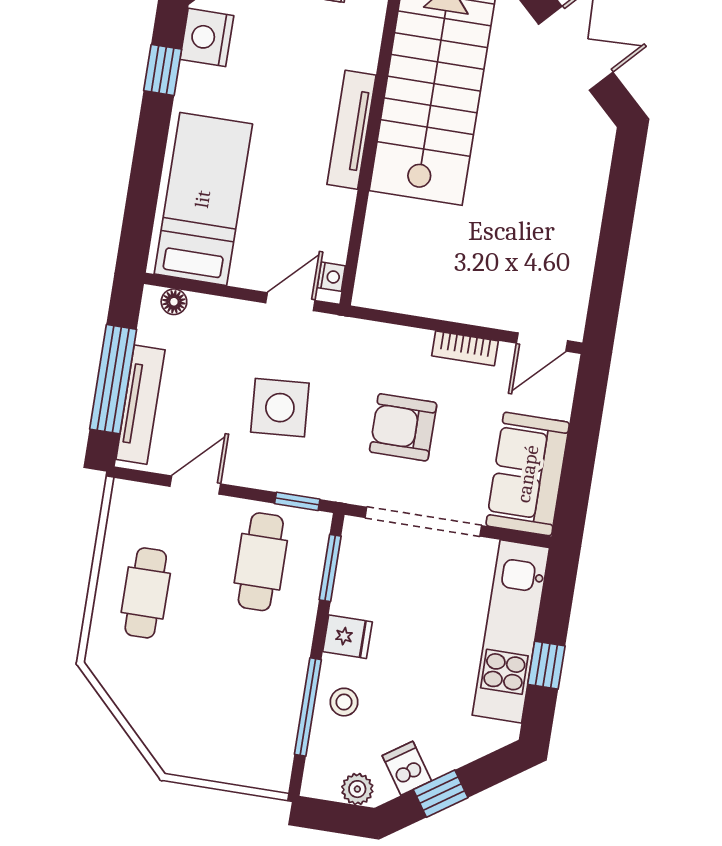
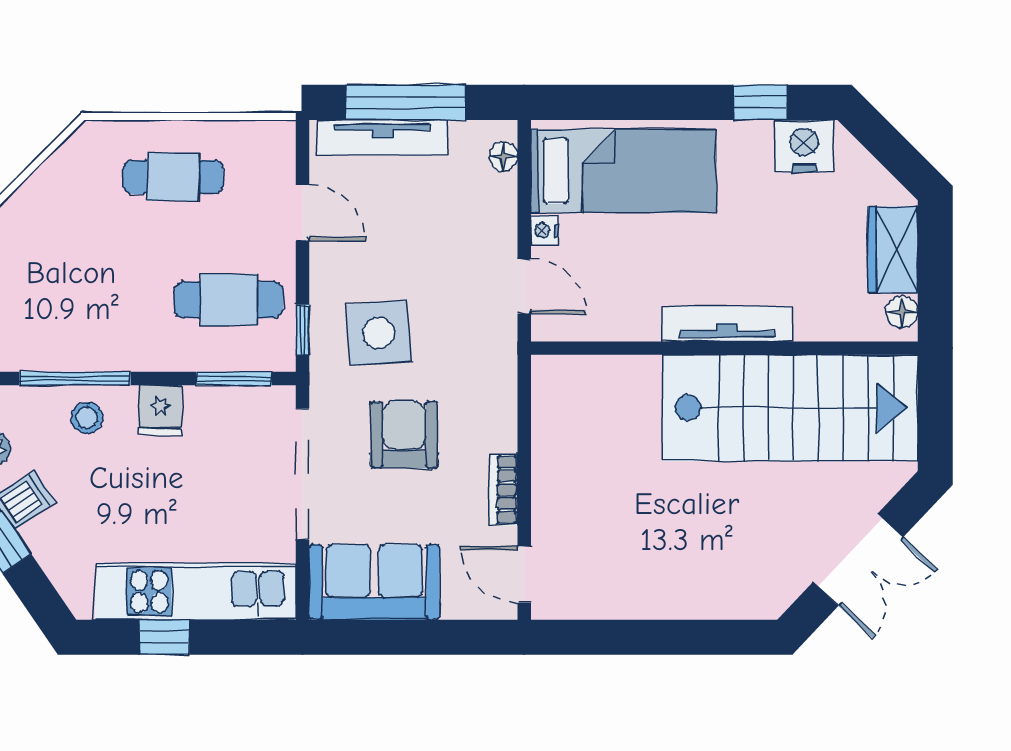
nightstand: (331, 277) -> (545, 231), moved, turned 90
side table: (280, 408) -> (379, 333), moved

